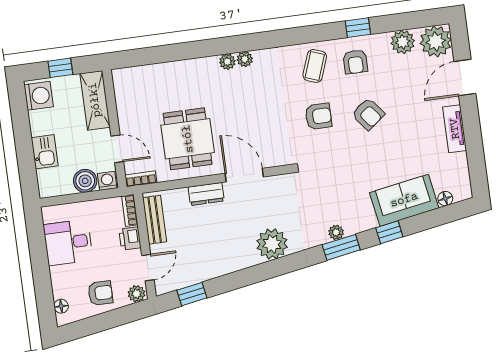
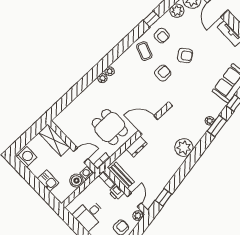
window: (60, 68) -> (27, 137), removed

